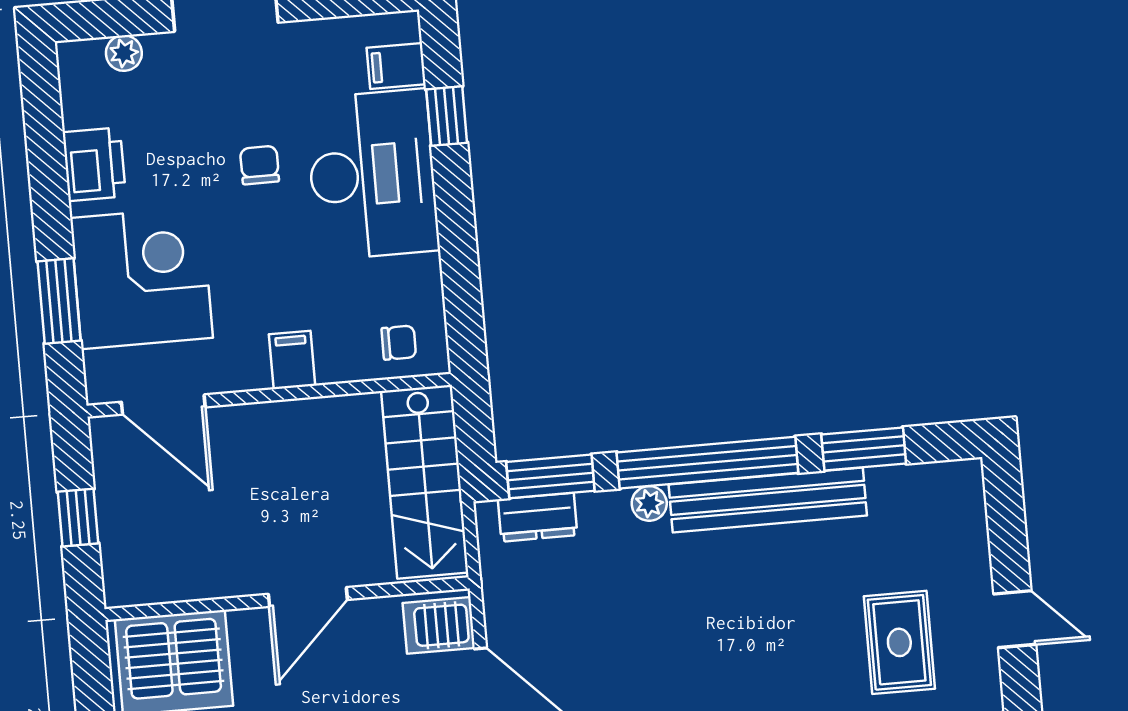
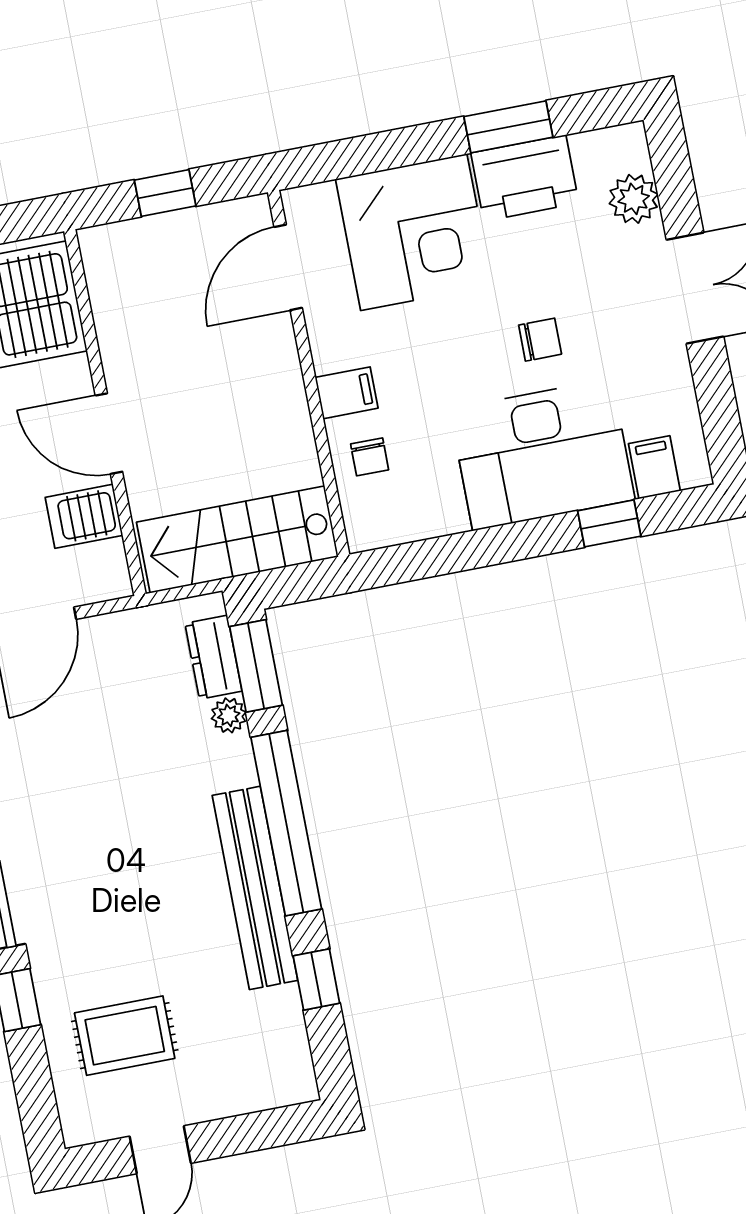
plant: (124, 53) -> (634, 199), width x1.38, depth x1.38
printer: (94, 164) -> (525, 178), width x1.37, depth x1.19
window: (59, 301) -> (508, 127), moved
chair: (399, 343) -> (370, 457), moved
window: (864, 449) -> (316, 980), width x0.67
plant: (649, 503) -> (229, 715), moved
server rack: (439, 625) -> (84, 516), moved, turned -90

